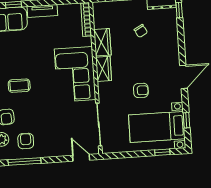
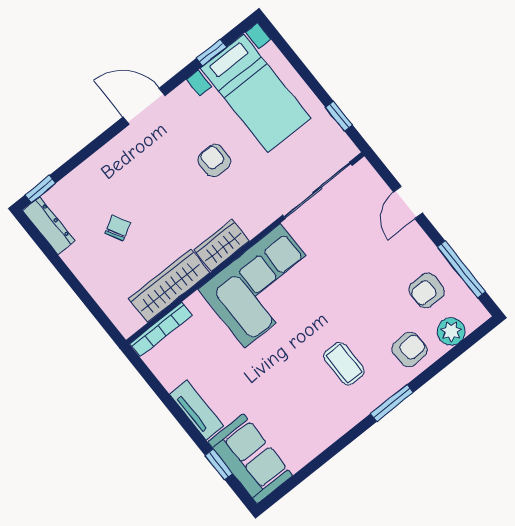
wardrobe: (102, 42) -> (169, 286), width x1.50
window: (162, 152) -> (339, 116), moved
door: (81, 158) -> (408, 203), moved

